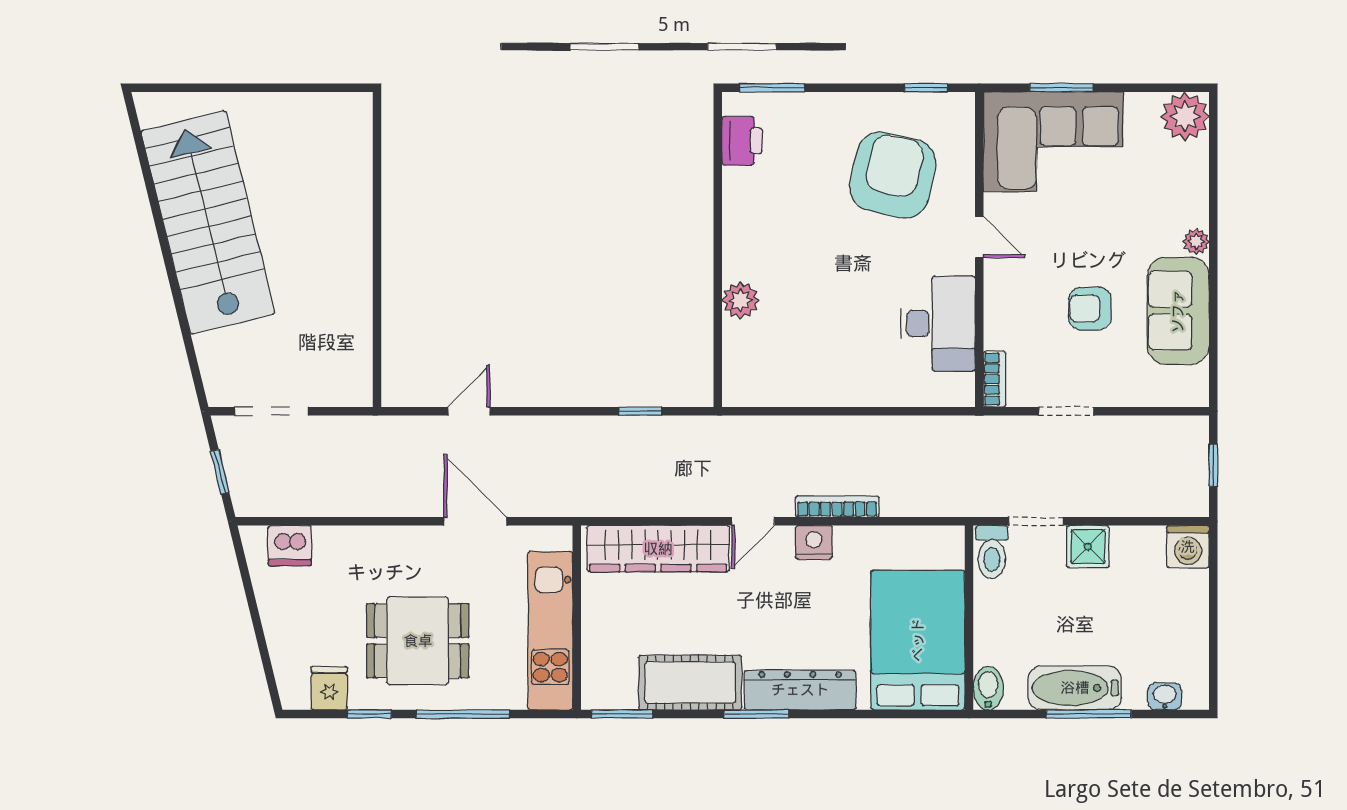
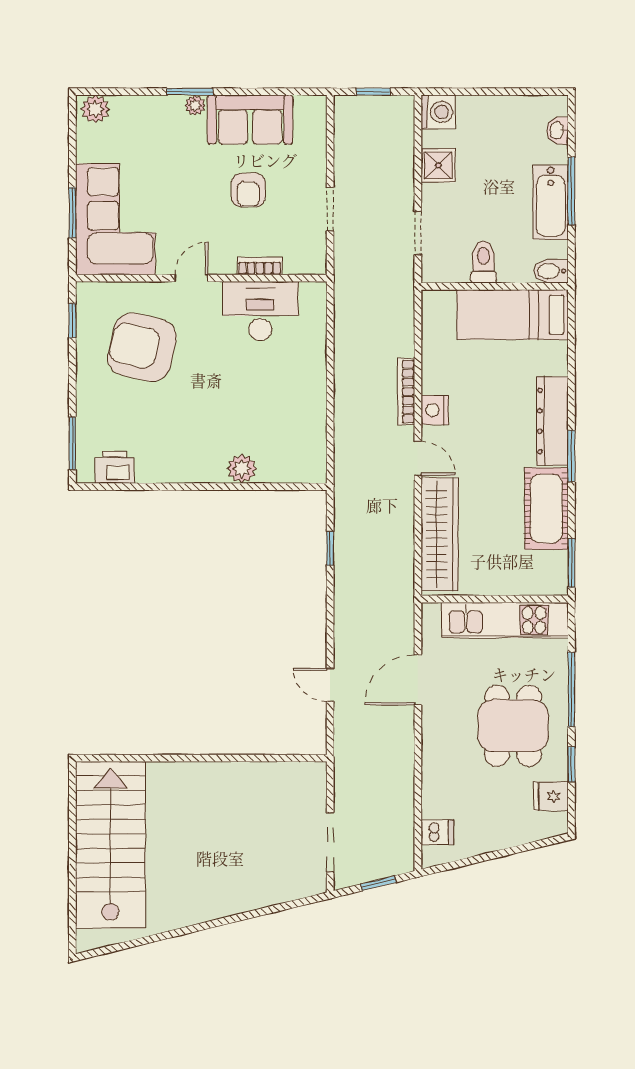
plant: (1185, 117) -> (95, 109), width x0.73, depth x0.73
stairs: (208, 222) -> (110, 845), moved, turned 104
window: (1213, 235) -> (190, 92), added
bookcase: (995, 379) -> (260, 266), moved
dishwasher: (290, 546) -> (437, 832), width x0.73
shower: (1088, 547) -> (438, 165), moved
toilet: (992, 552) -> (483, 262), moved, turned -90
bed: (918, 640) -> (513, 315), width x0.67

